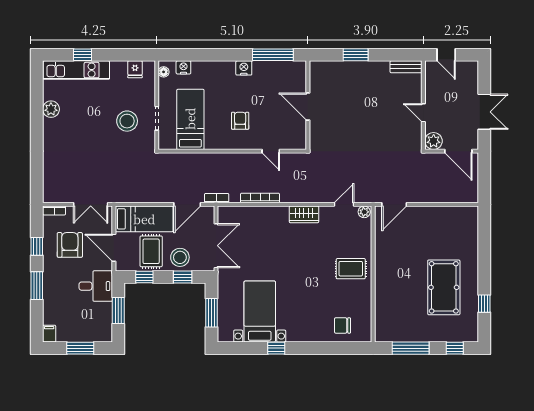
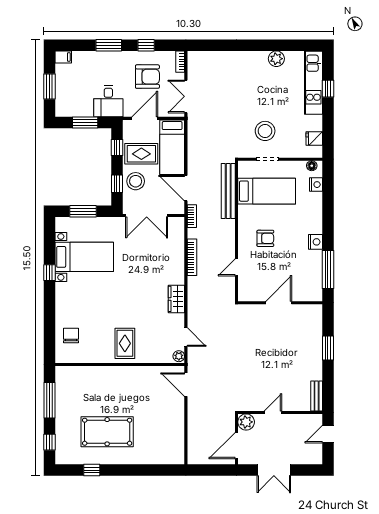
bench: (190, 160) -> (228, 191), added

